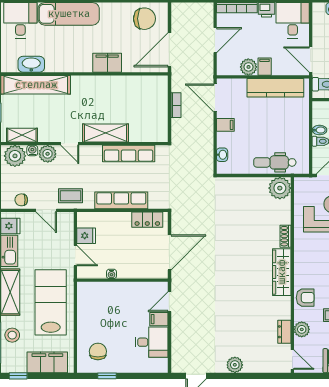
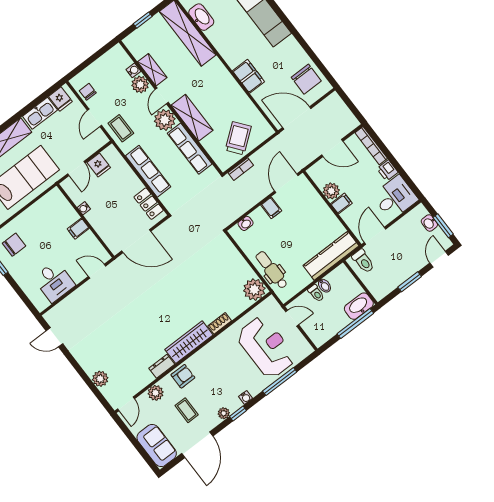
kitchen counter: (275, 88) -> (331, 256), moved, turned 90
bookcase: (176, 105) -> (241, 169), moved
trolley: (150, 109) -> (238, 138), added
shelving: (22, 135) -> (152, 70), moved
plant: (15, 156) -> (165, 120), moved
armchair: (305, 298) -> (183, 376), turned -90
filing cabinet: (159, 319) -> (78, 229), moved, turned -90
dresser: (284, 332) -> (162, 366), moved
plant: (235, 365) -> (100, 379), moved

